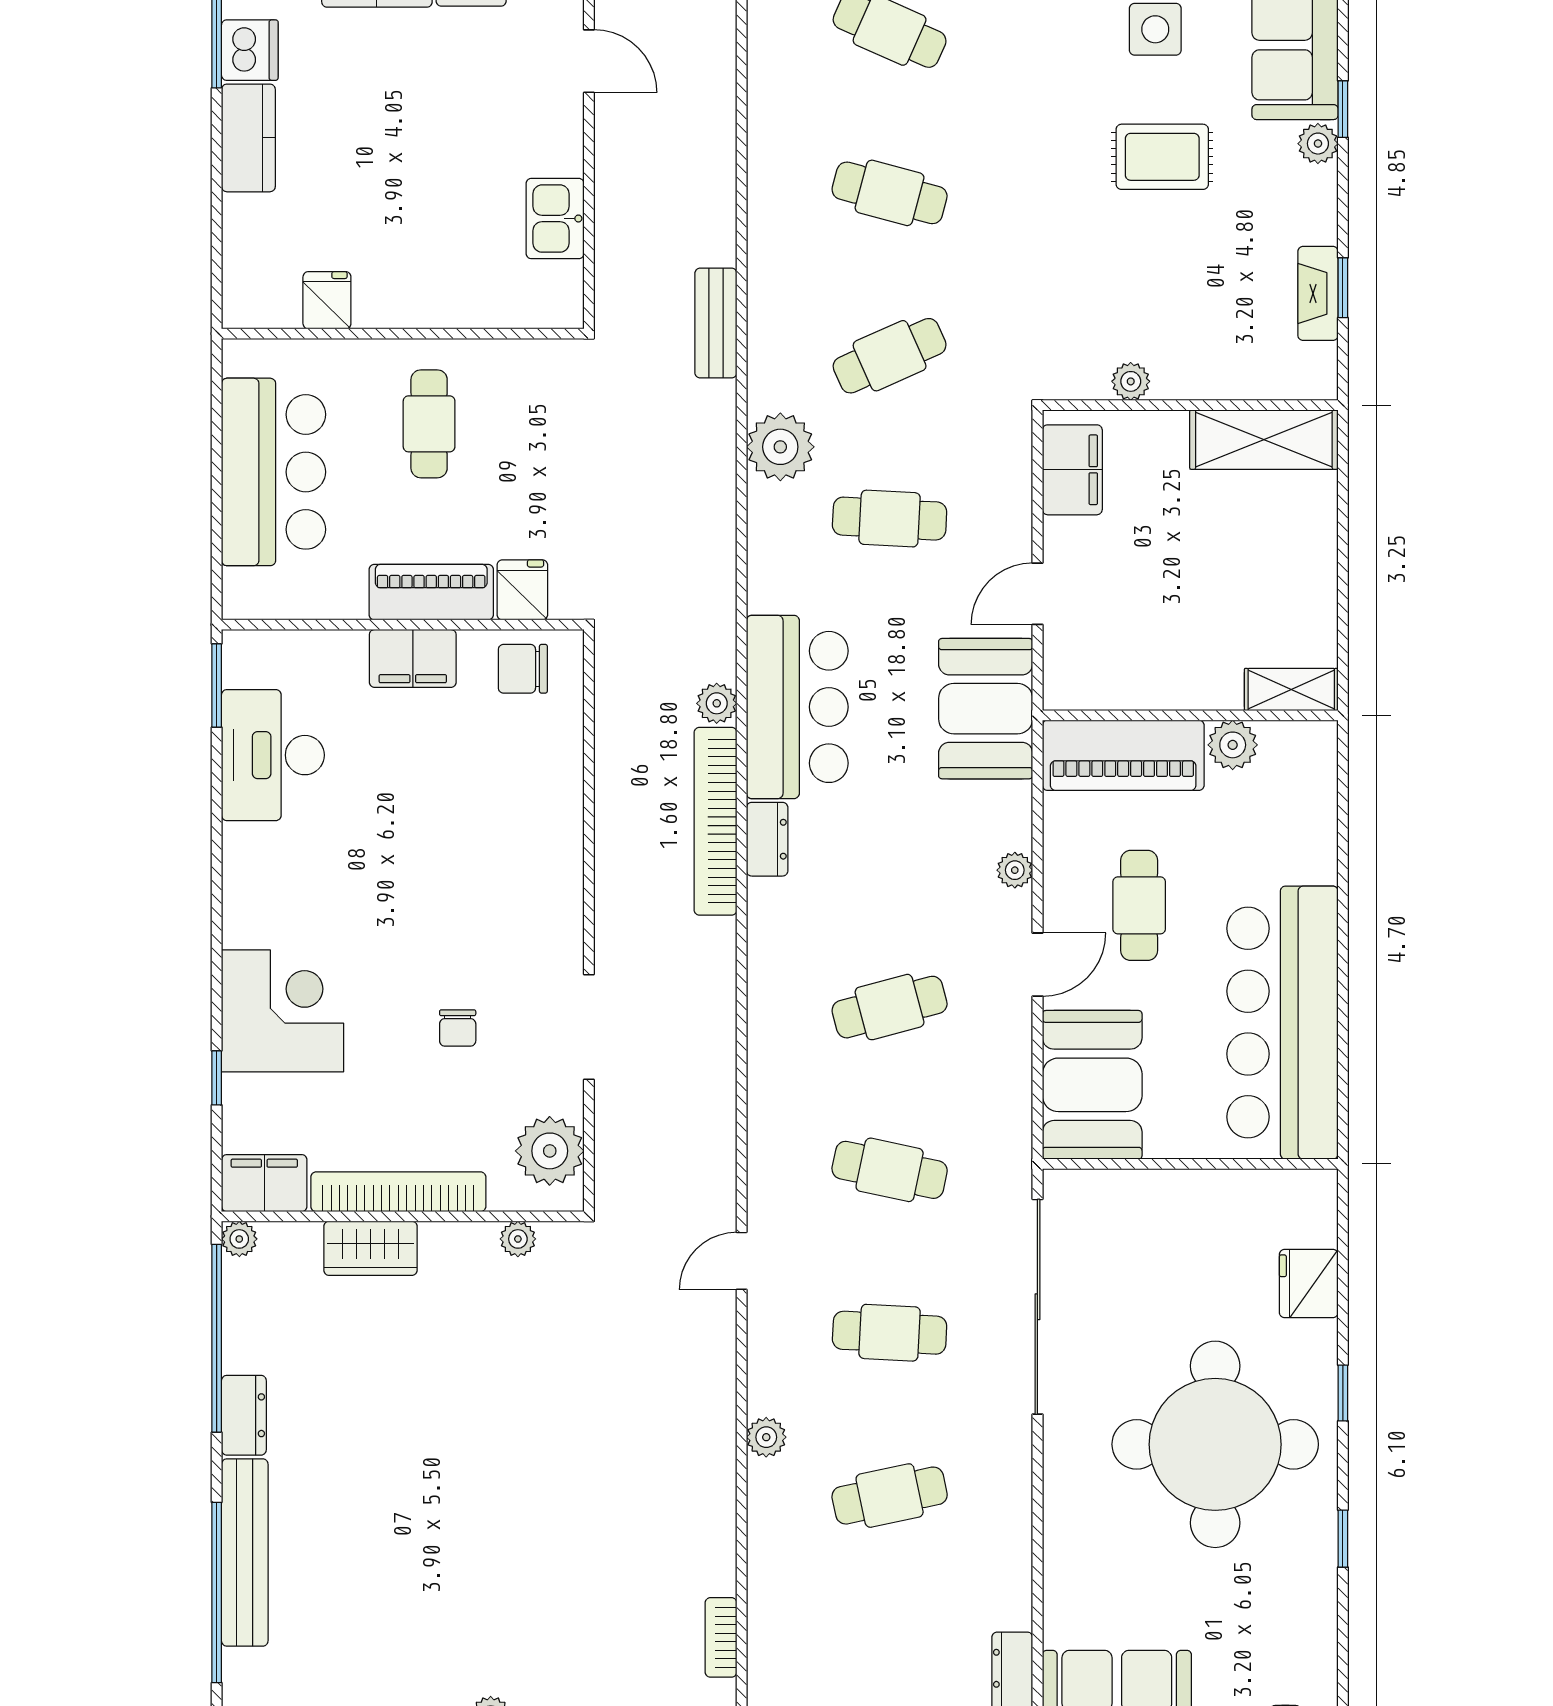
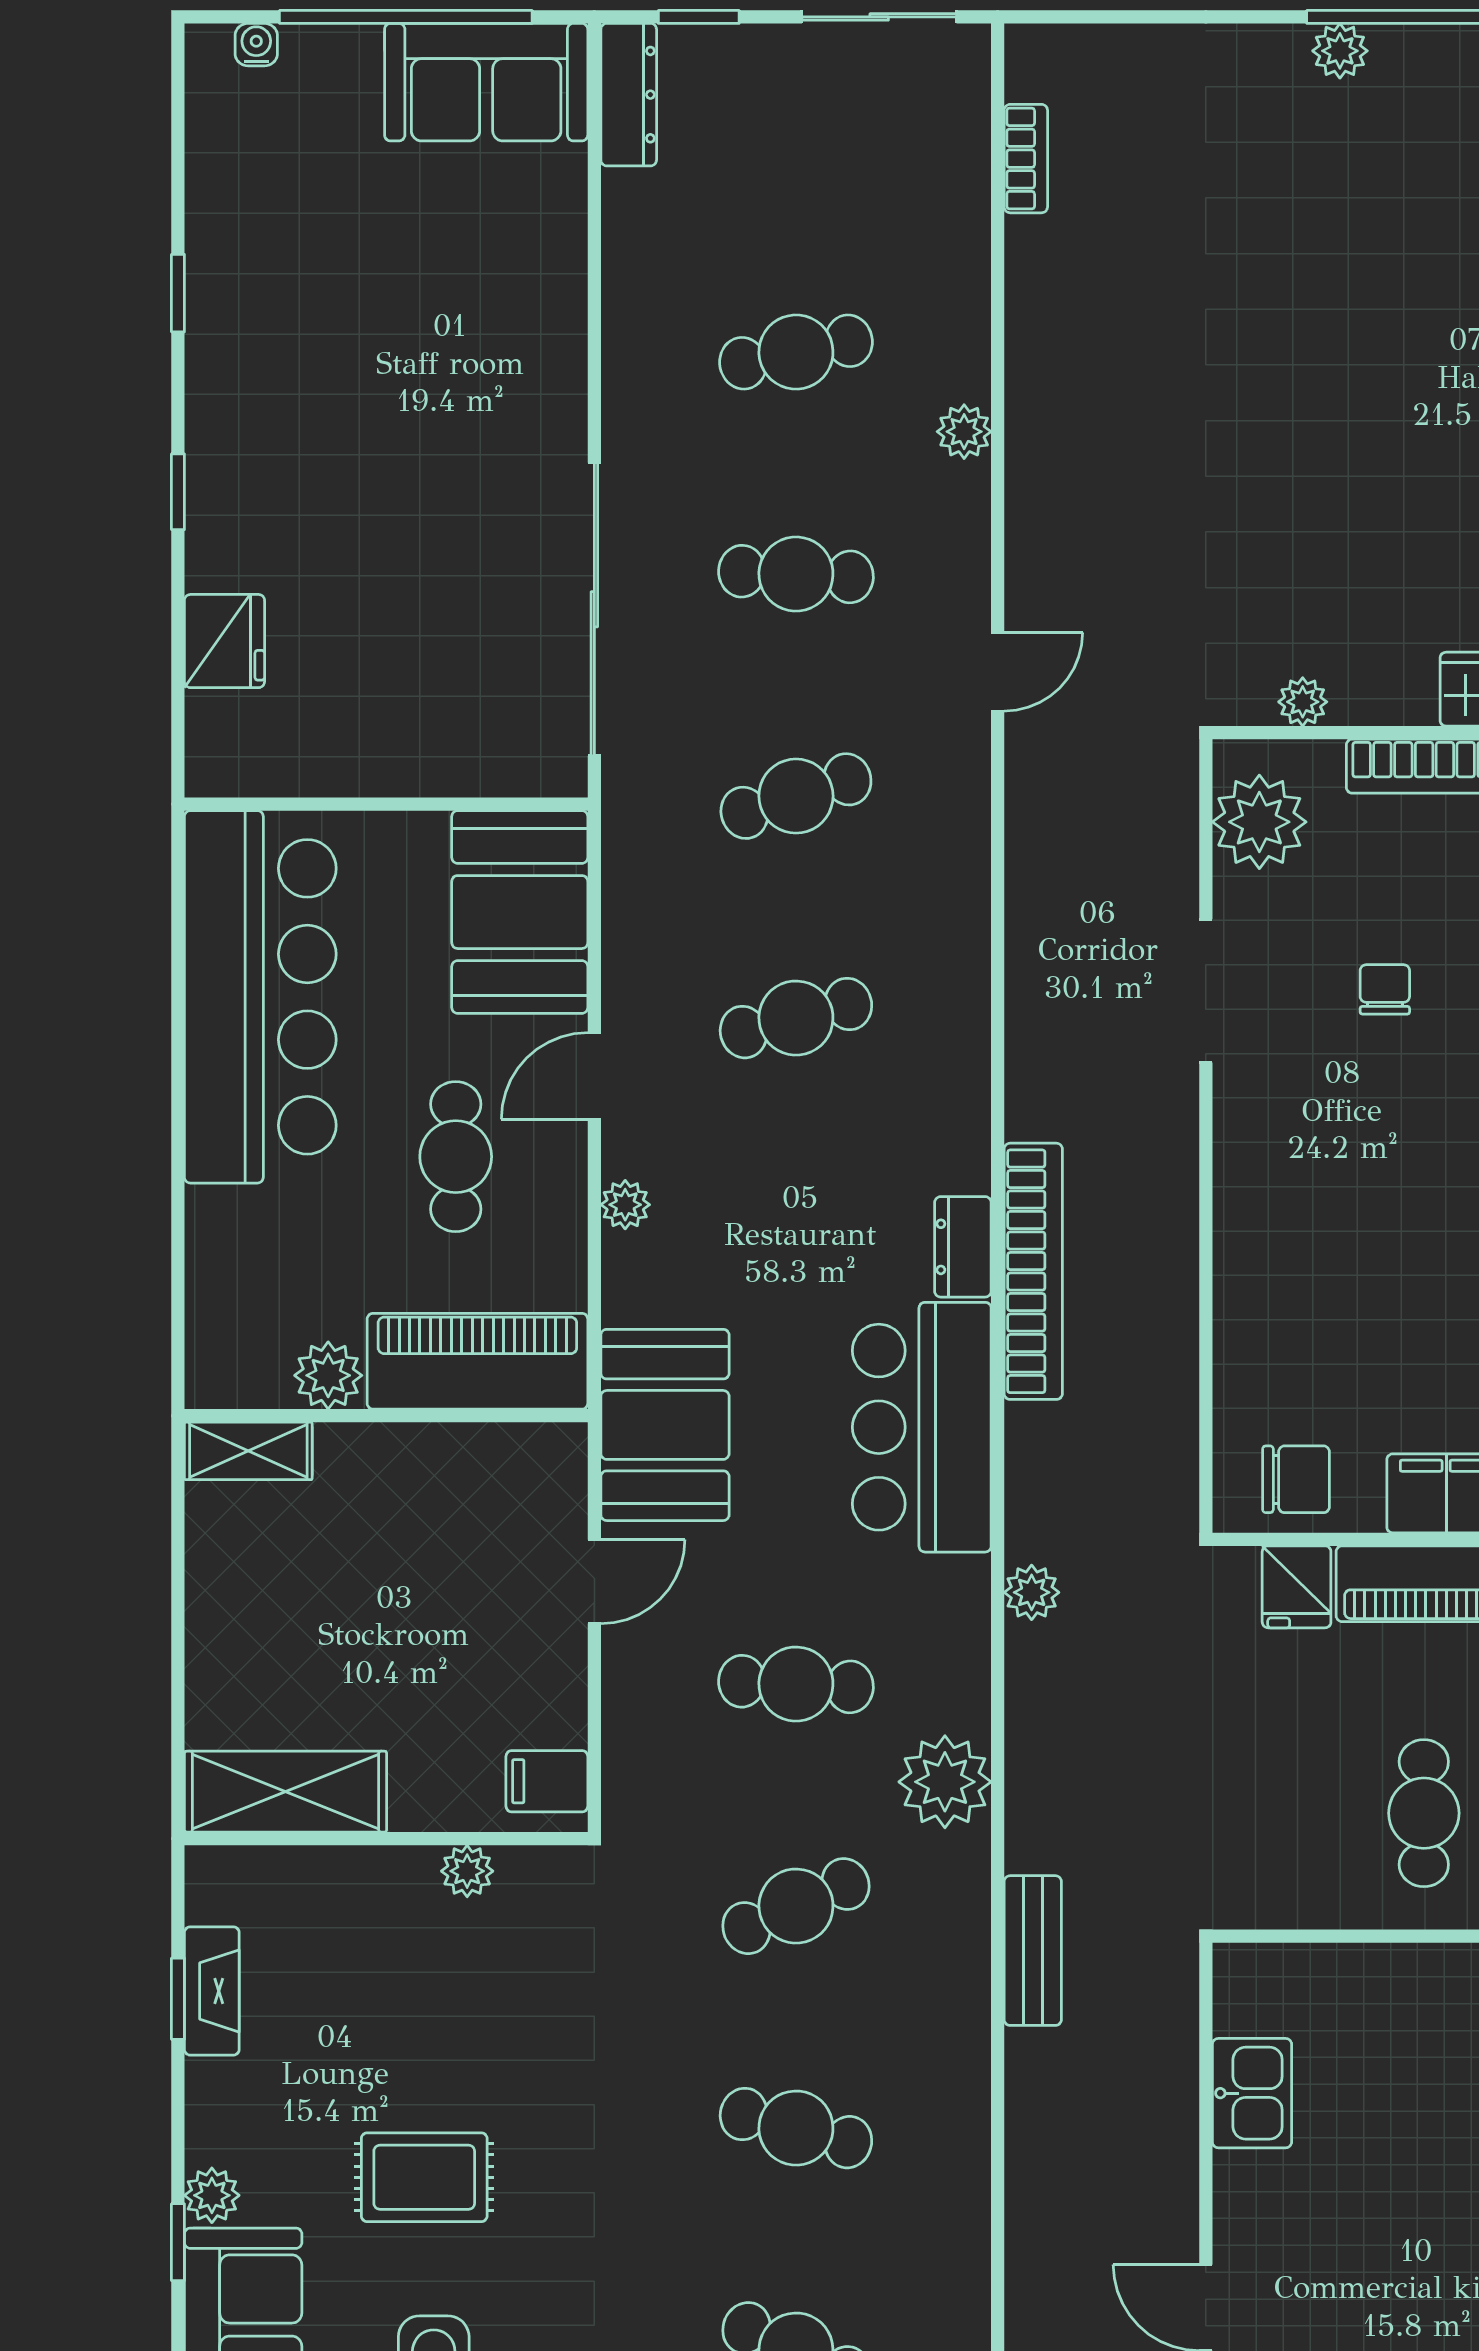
filing cabinet: (1072, 470) -> (547, 1781), width x0.50
plant: (717, 703) -> (1032, 1592), moved
cafe table: (890, 1170) -> (796, 796), turned -30
round table: (1215, 1444) -> (352, 422), removed

